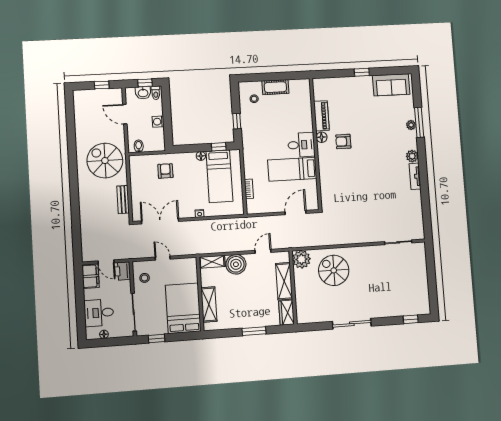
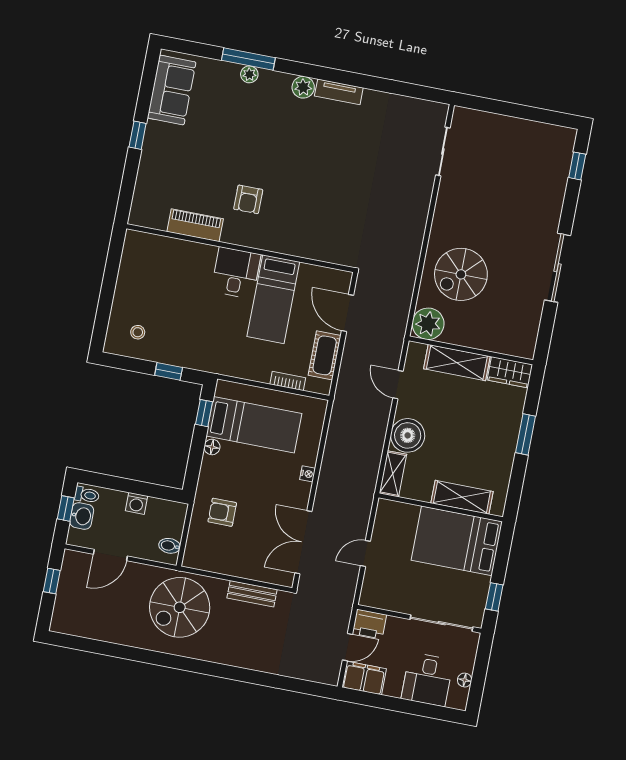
cot: (275, 87) -> (325, 355), moved
floor lamp: (322, 137) -> (232, 235), removed
stool: (145, 278) -> (390, 591), removed

